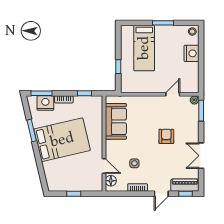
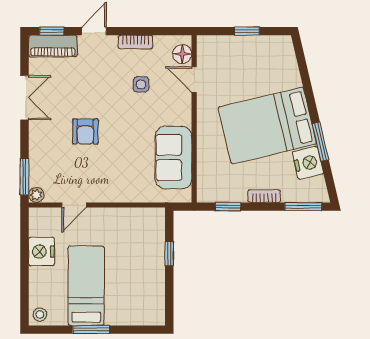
bed: (144, 48) -> (86, 286), moved
nightstand: (191, 53) -> (41, 251), moved
nightstand: (45, 103) -> (308, 163), moved, turned -103

